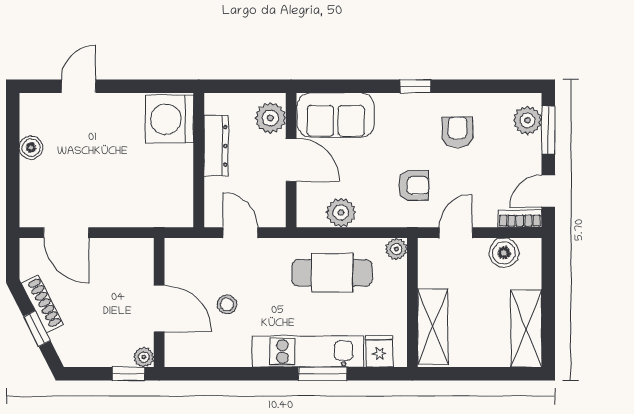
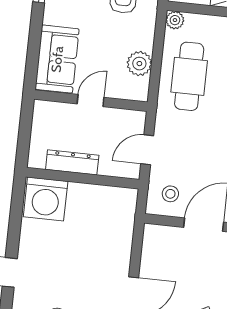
plant: (270, 118) -> (54, 114), removed
door: (291, 160) -> (91, 101), width x0.73
stool: (227, 304) -> (170, 194), moved

